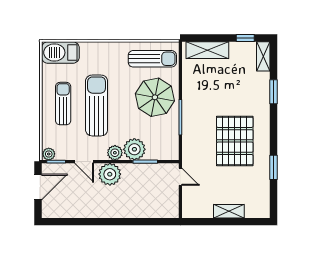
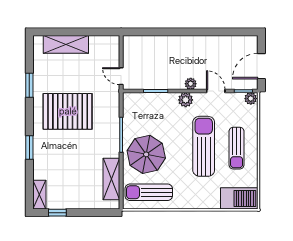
shelving: (207, 50) -> (111, 179), moved, turned 90
window: (274, 92) -> (29, 147), moved
sun lounger: (97, 105) -> (204, 146), turned 180
pallet: (235, 141) -> (68, 111), turned 90
plant: (134, 149) -> (166, 103), removed
plant: (110, 174) -> (191, 84), width x0.53, depth x0.53
shelving: (229, 211) -> (66, 44), width x1.50, depth x1.33

